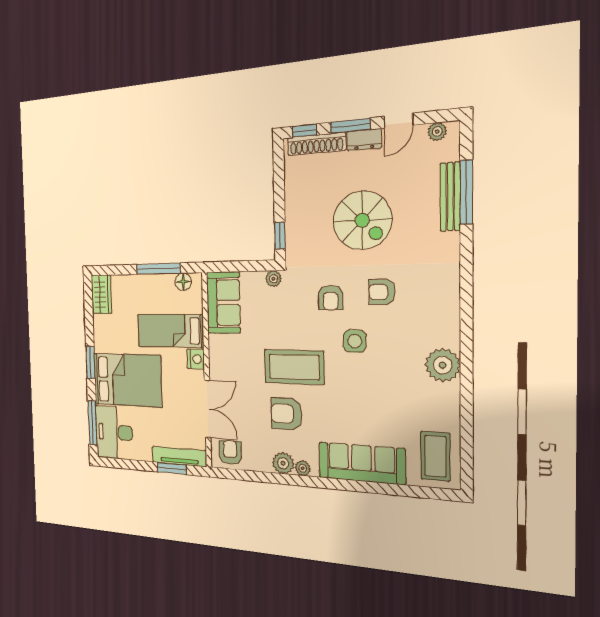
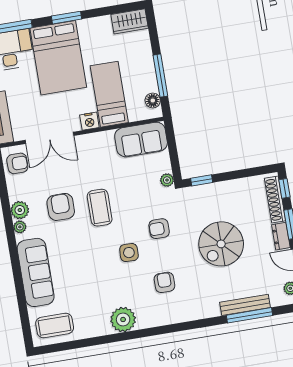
armchair: (382, 292) -> (164, 282), moved
coffee table: (294, 367) -> (100, 208), width x0.73, depth x0.76

